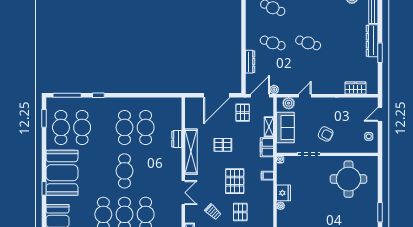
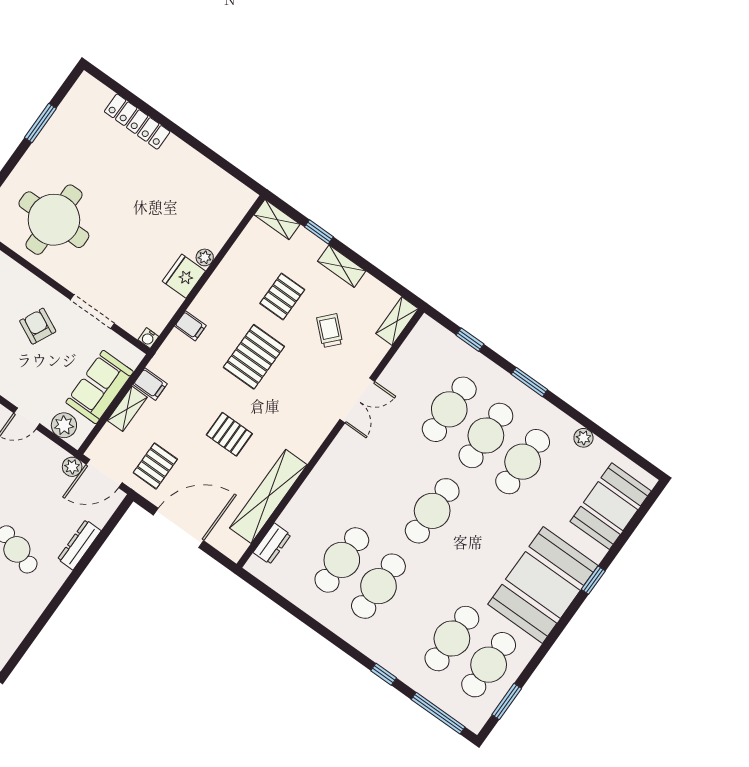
dresser: (177, 139) -> (272, 544), moved
filing cabinet: (267, 147) -> (150, 384), width x0.50
shelving: (191, 152) -> (268, 496), moved
double door: (183, 193) -> (357, 400), swing flipped

